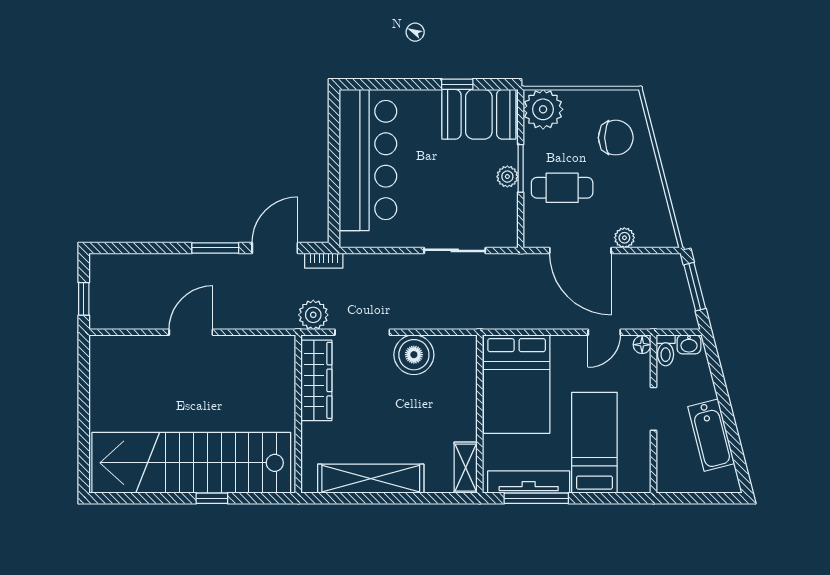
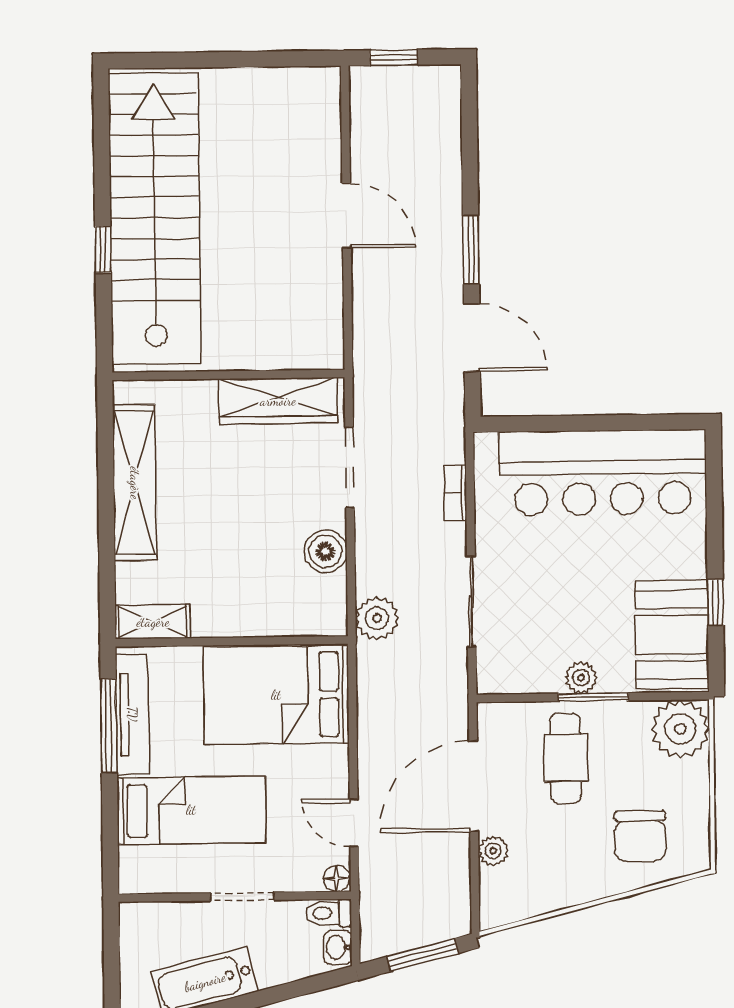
bookcase: (324, 261) -> (455, 493), moved
plant: (313, 315) -> (377, 618), moved
boiler: (414, 355) -> (326, 551), width x0.73, depth x0.73

